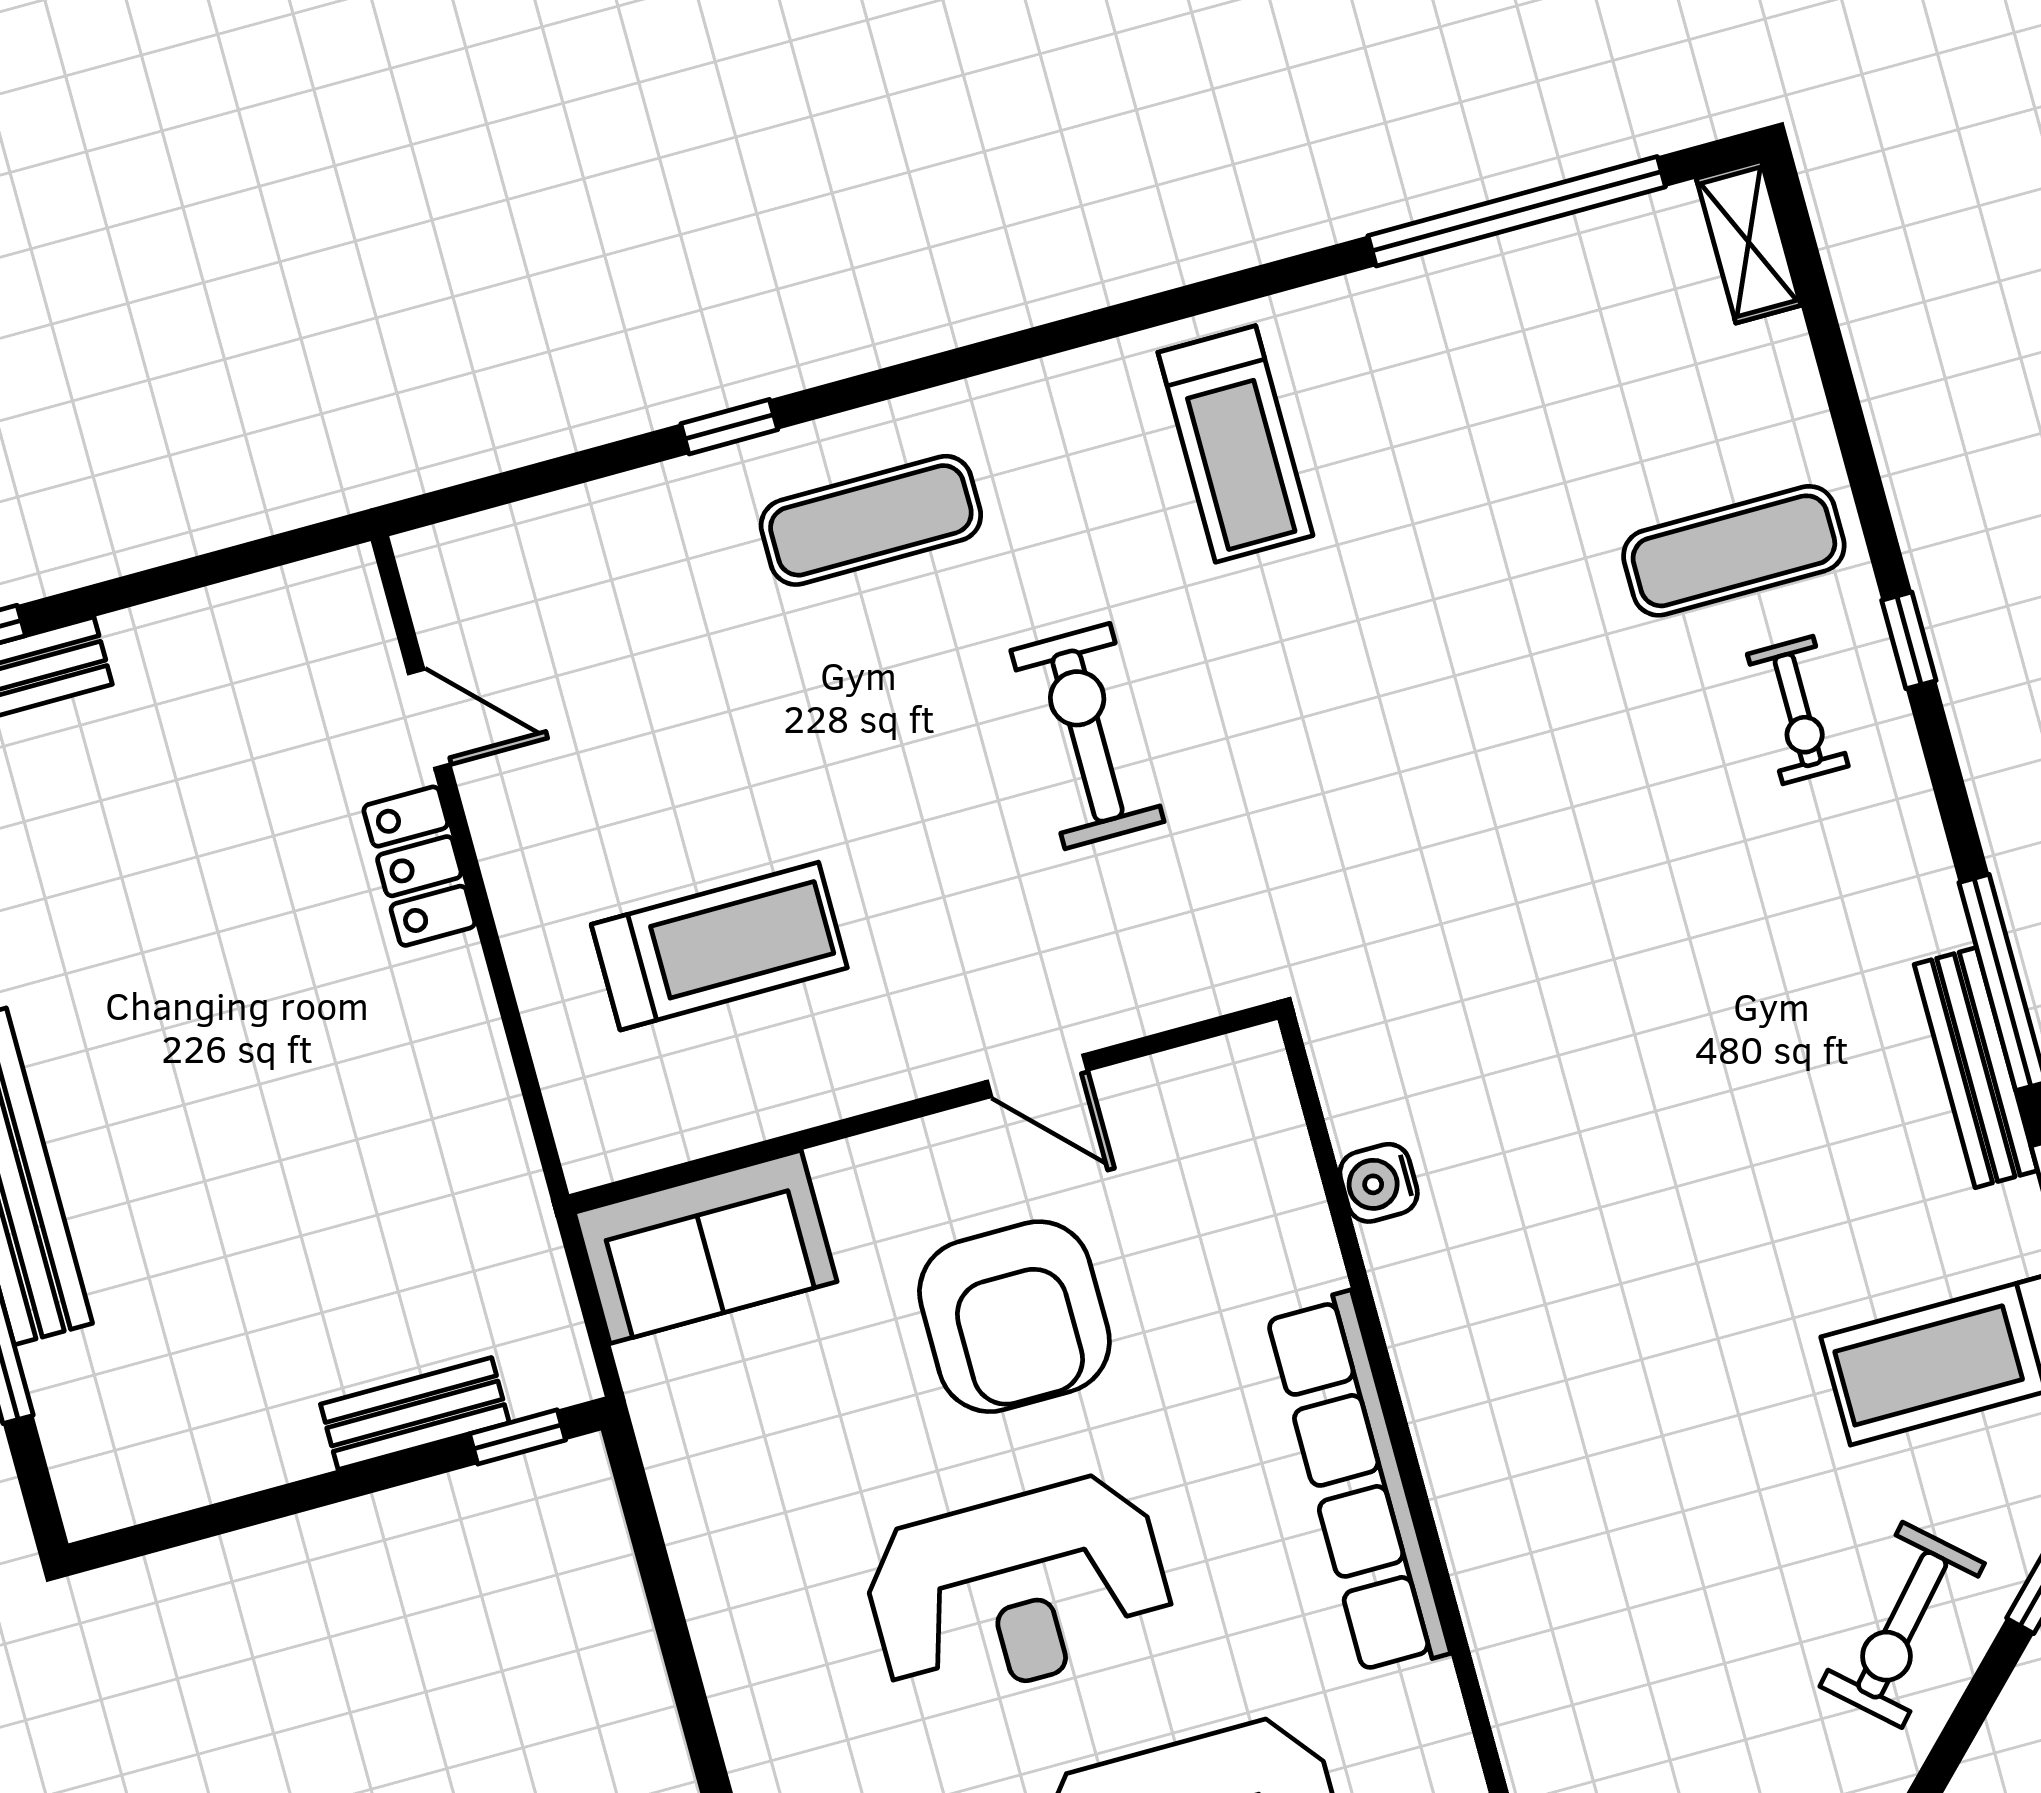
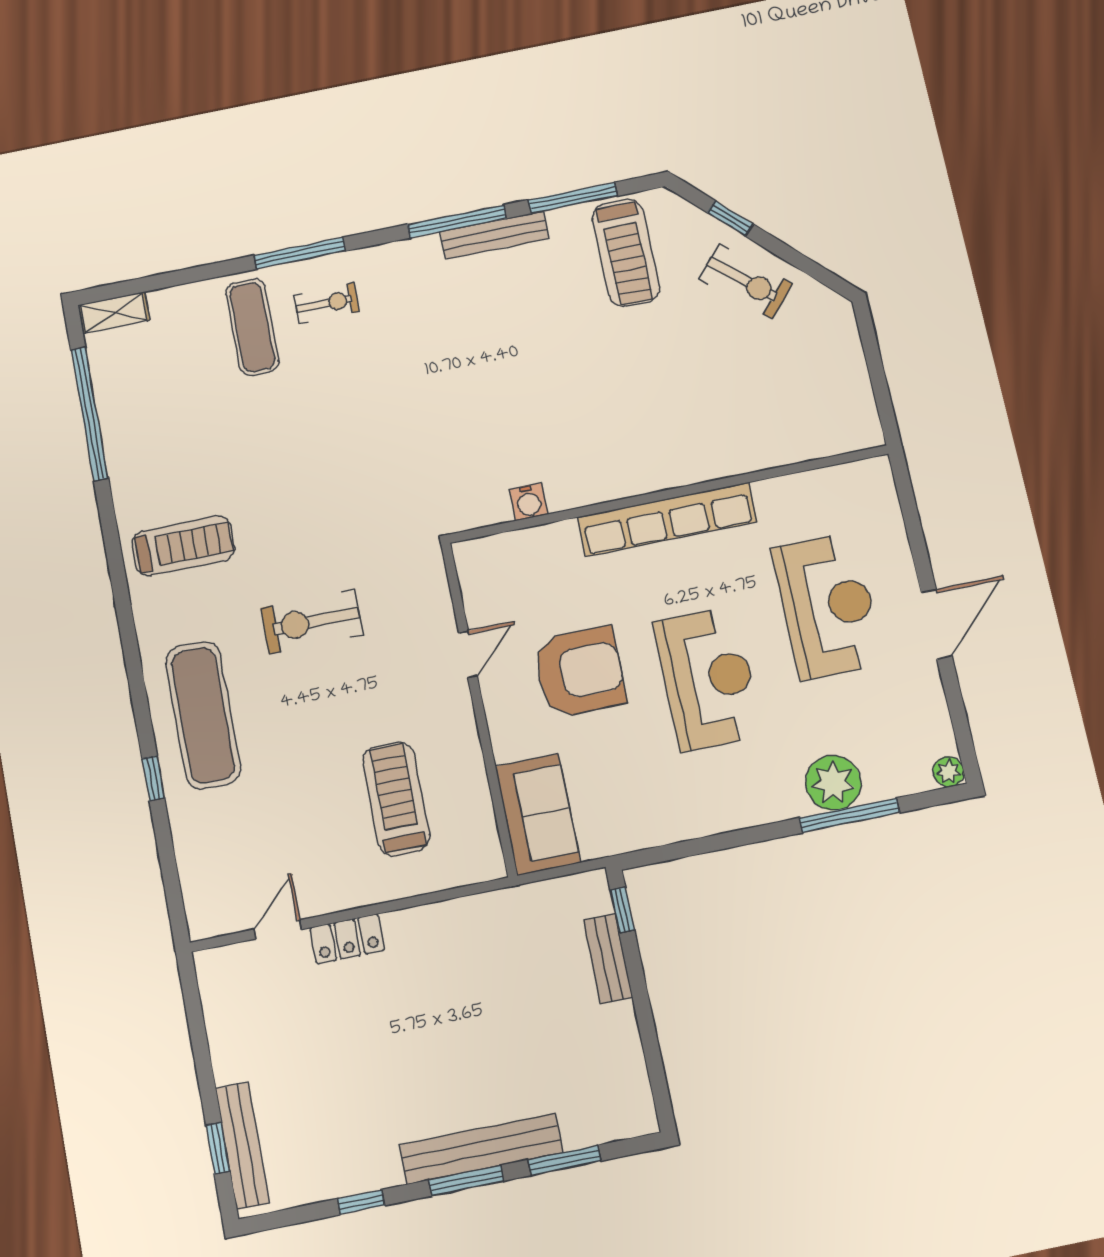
exercise mat: (871, 520) -> (203, 715), width x1.36, depth x1.45
window: (1909, 640) -> (300, 253), width x2.17

